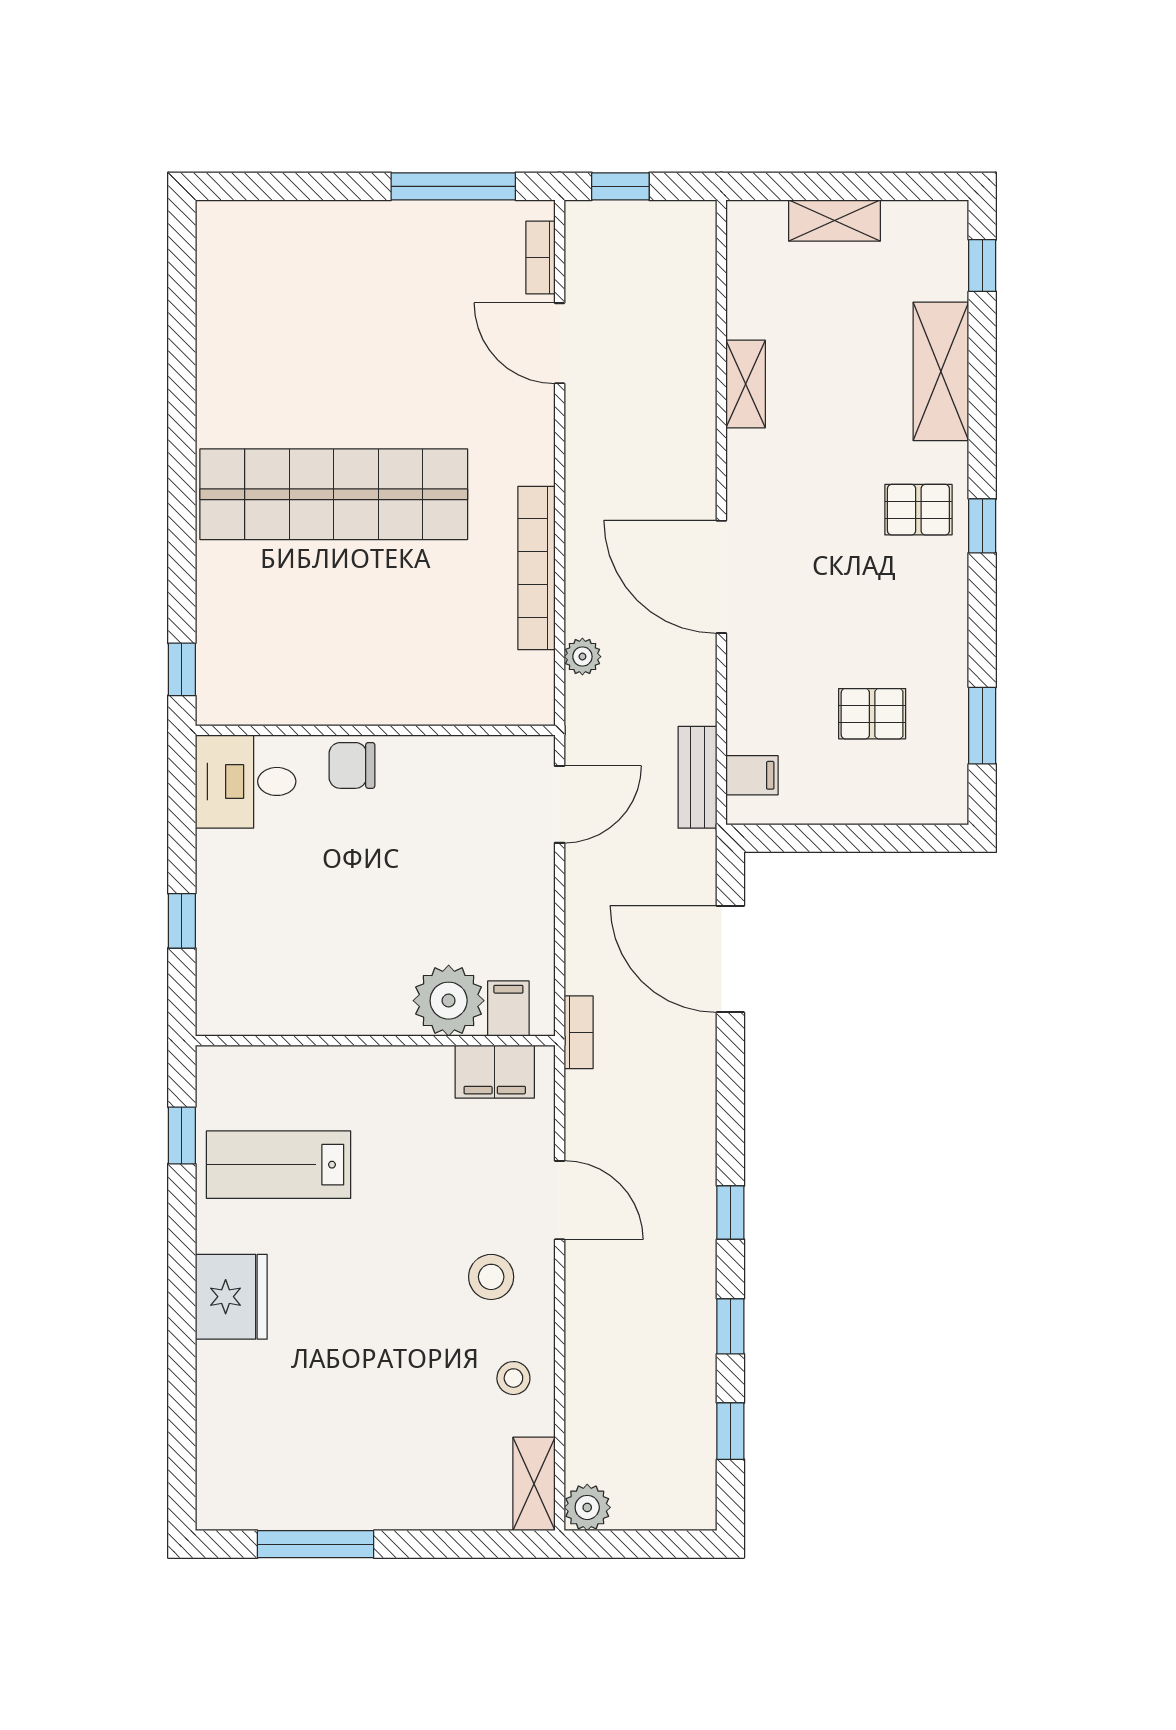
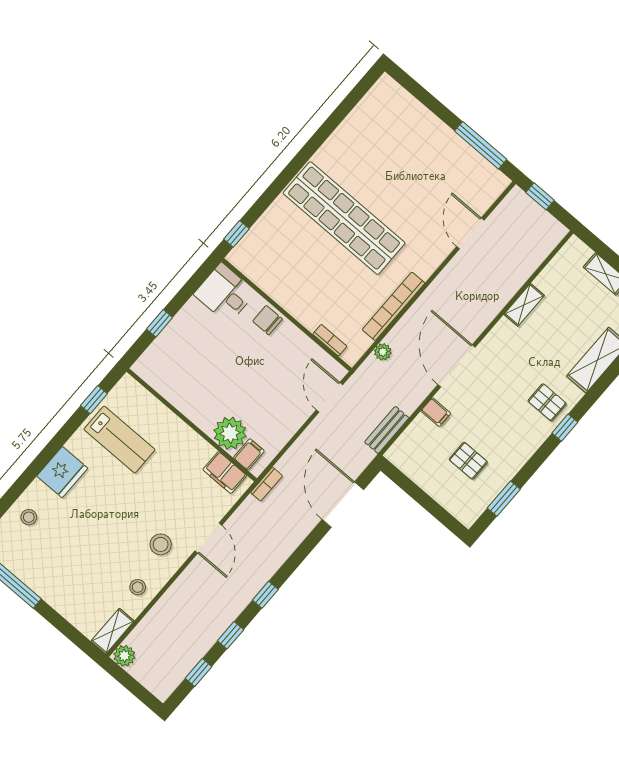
bookcase: (540, 258) -> (330, 340), moved, turned 90
filing cabinet: (752, 775) -> (436, 412), moved
door: (560, 804) -> (329, 397), swing flipped
lab bench: (279, 1165) -> (119, 440), turned 180
stool: (240, 1416) -> (29, 517), added

